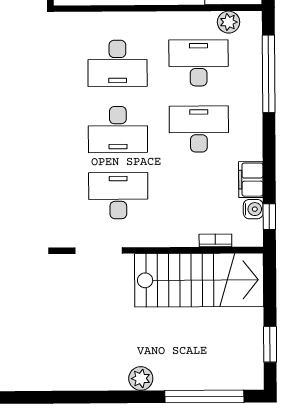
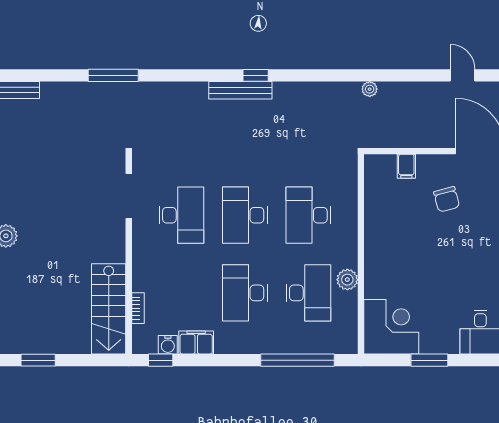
plant: (229, 22) -> (347, 280), moved
desk: (199, 129) -> (245, 293), turned 180
stairs: (199, 280) -> (109, 309), width x0.73, depth x0.66

